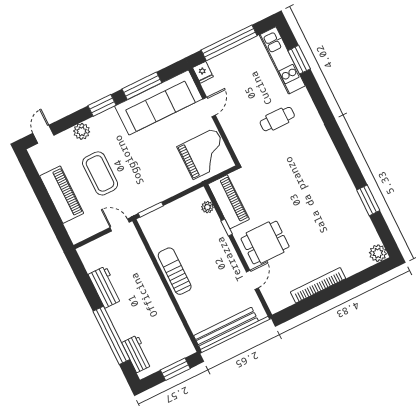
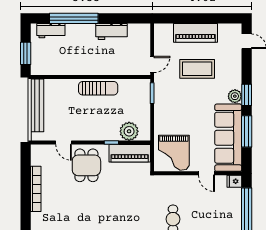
plant: (82, 131) -> (235, 96), moved
plant: (207, 207) -> (129, 131), width x1.88, depth x1.88

